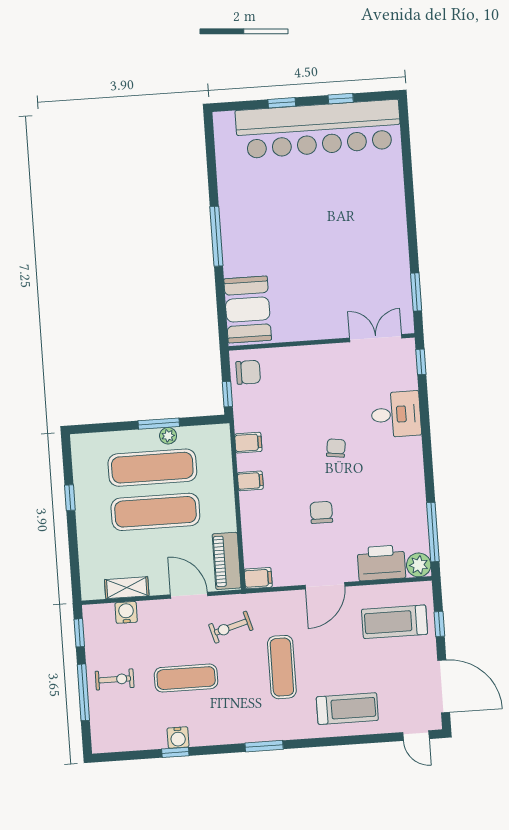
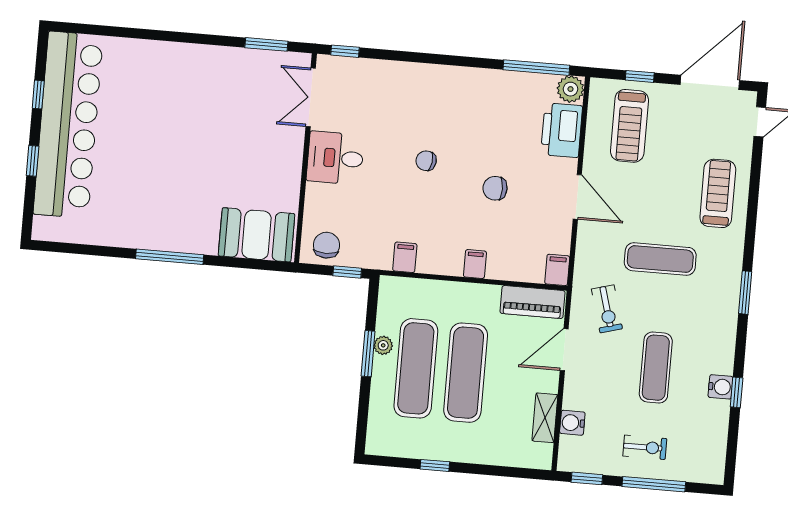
desk: (396, 414) -> (335, 158), moved, turned -90
filing cabinet: (250, 481) -> (475, 264), moved
exercise bike: (115, 679) -> (645, 447), turned 90

